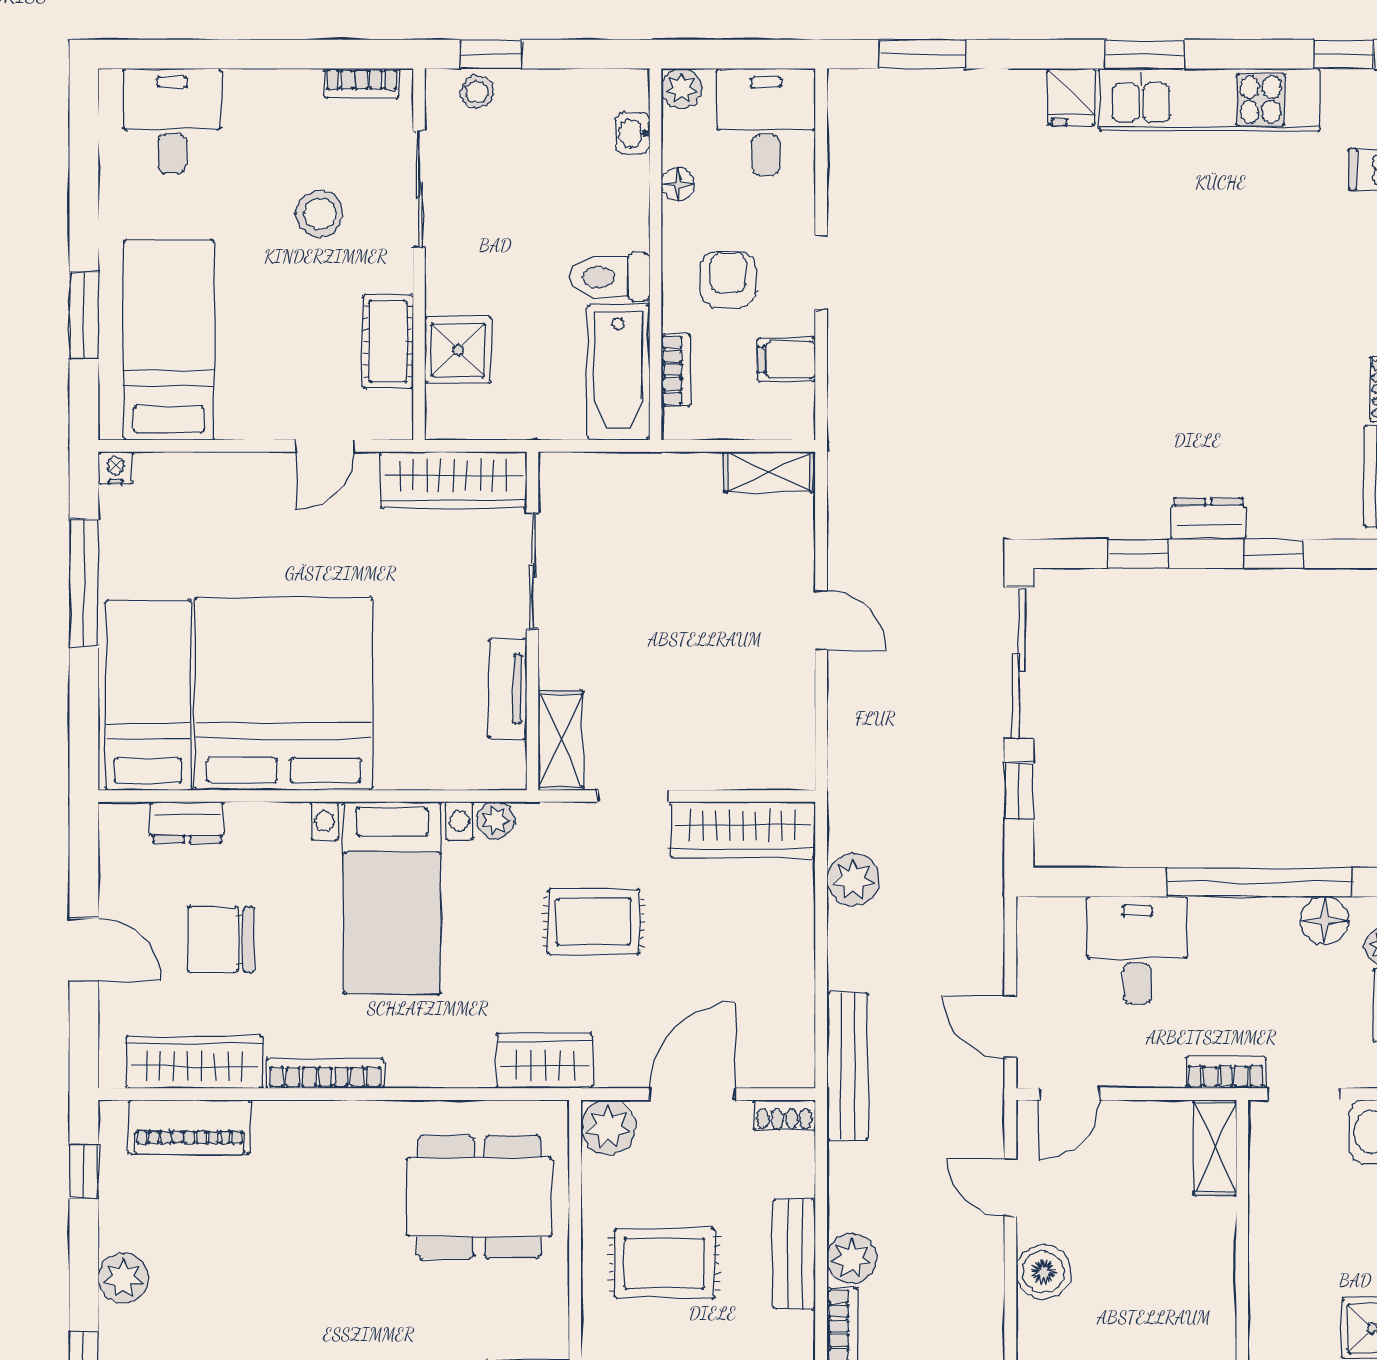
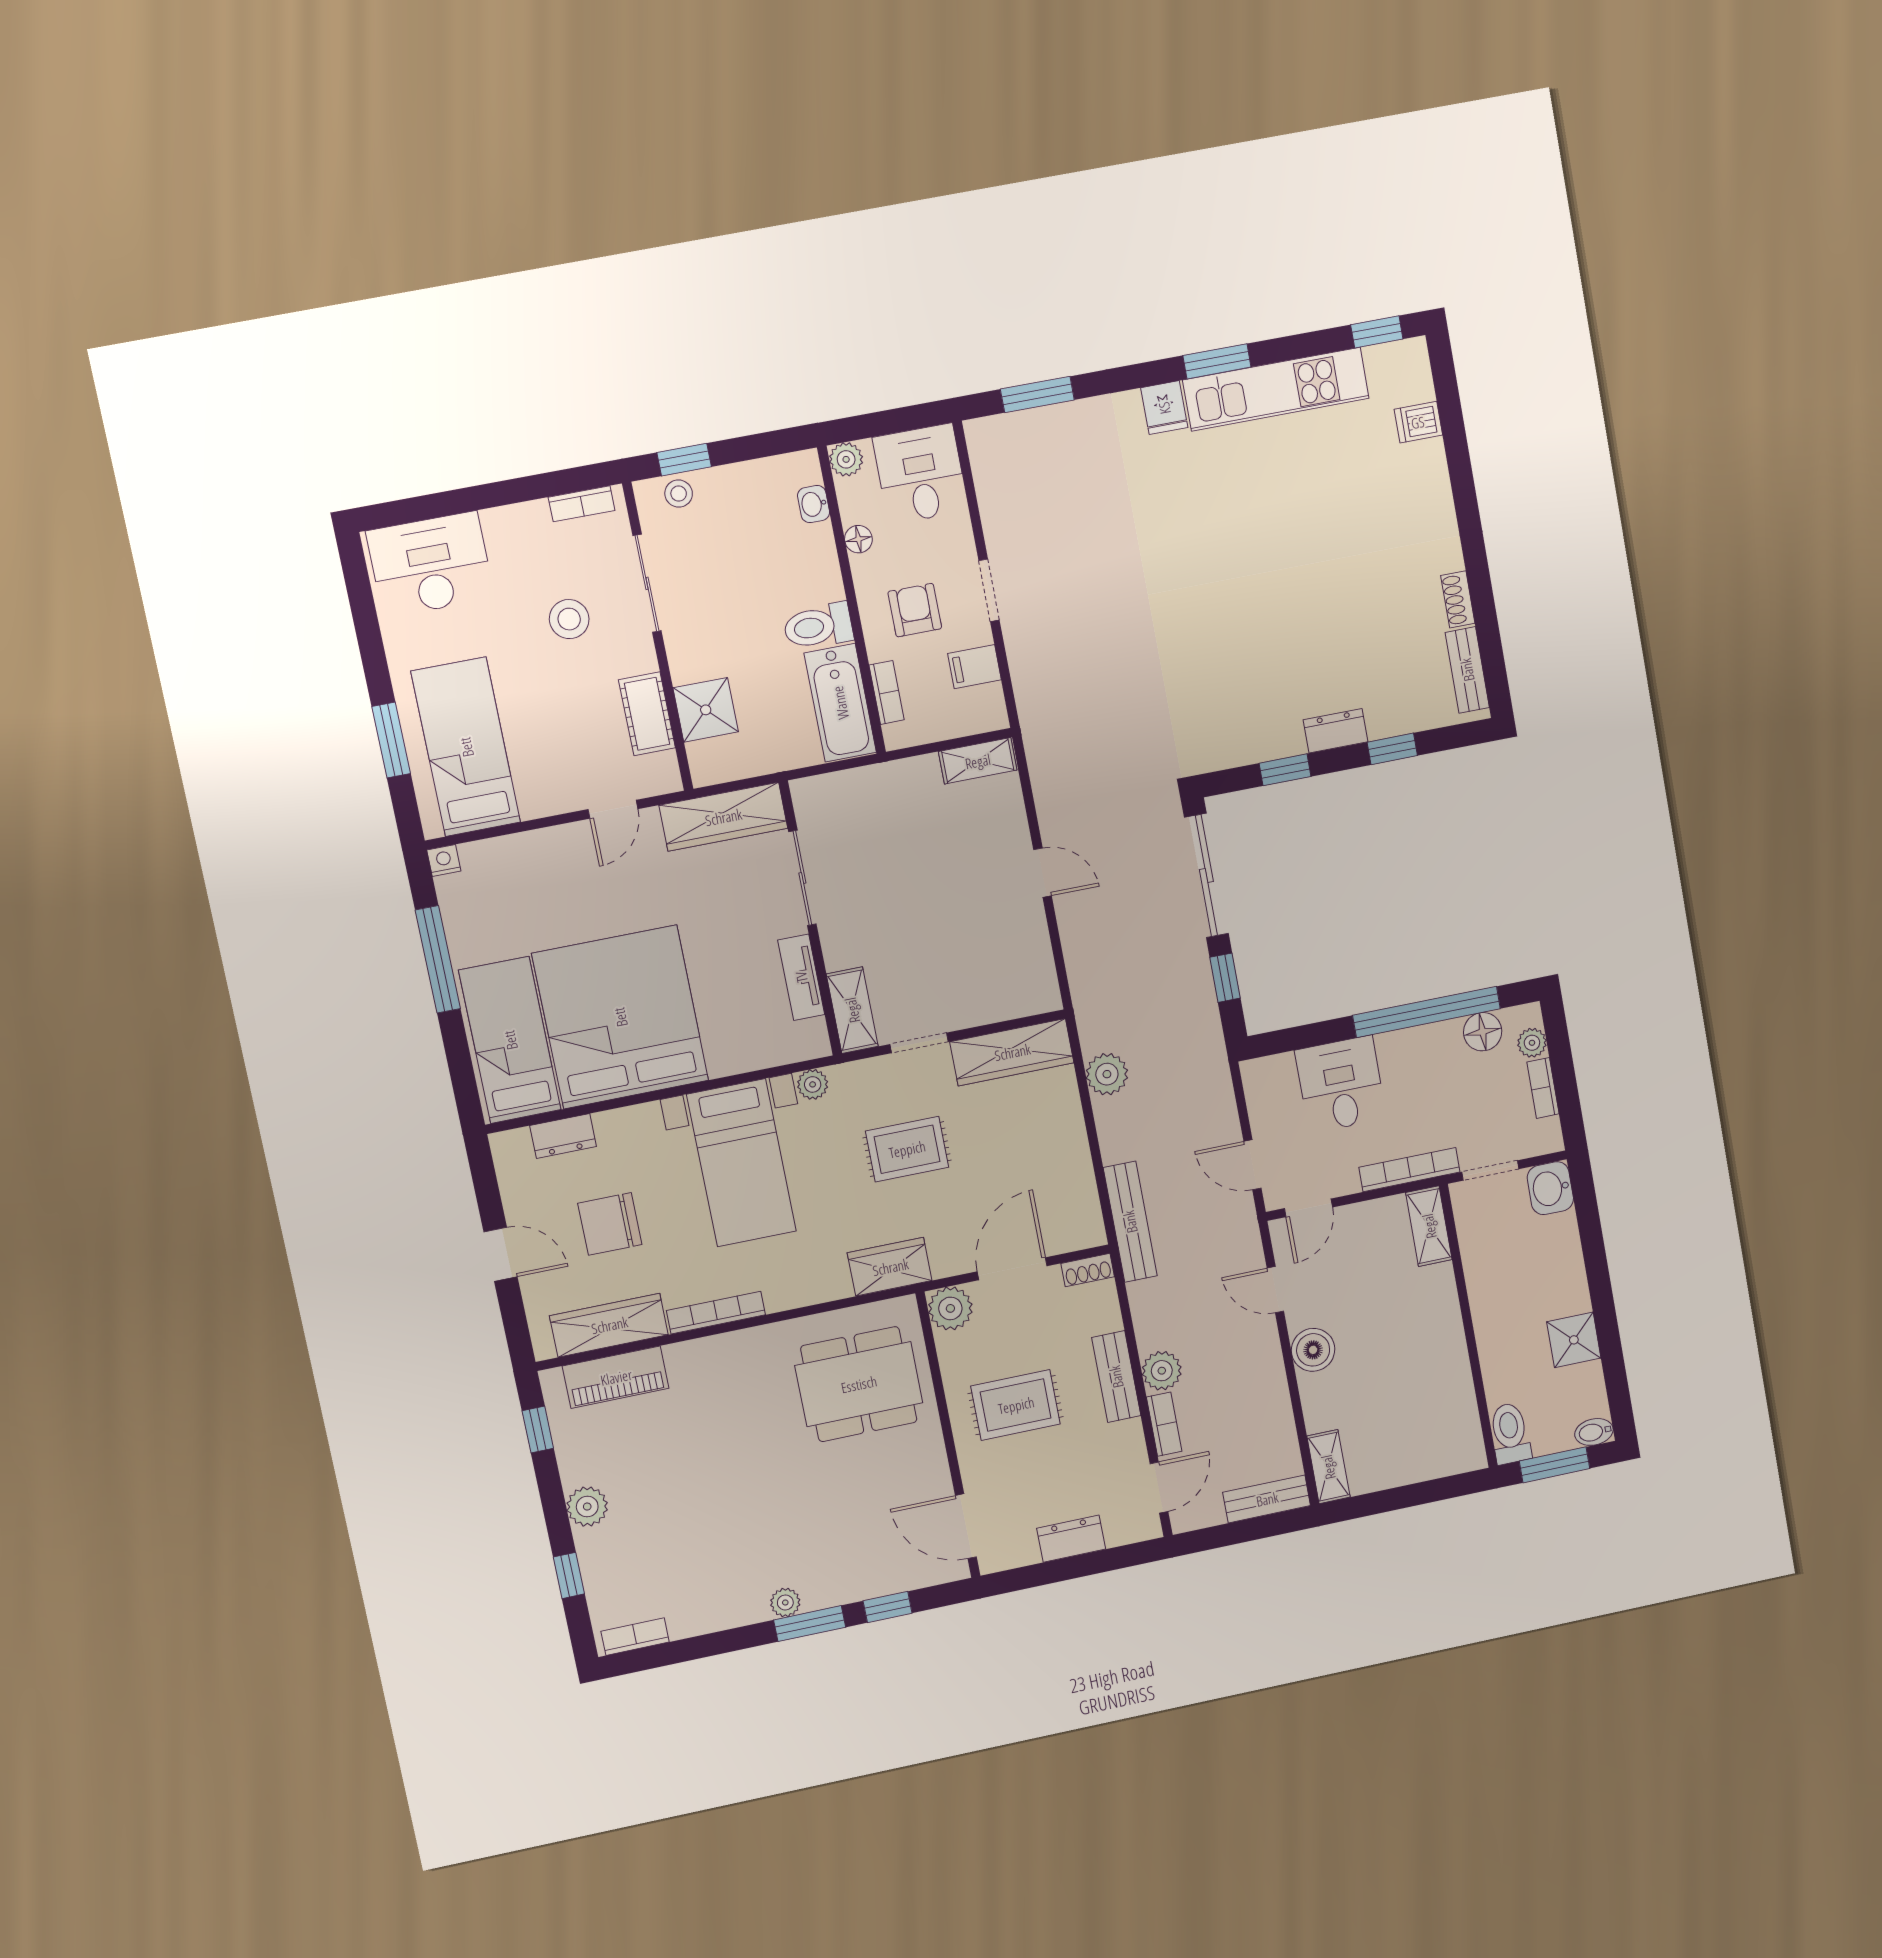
desk: (172, 121) -> (430, 565), width x1.37
bookcase: (1226, 1073) -> (1409, 1170), width x1.56

